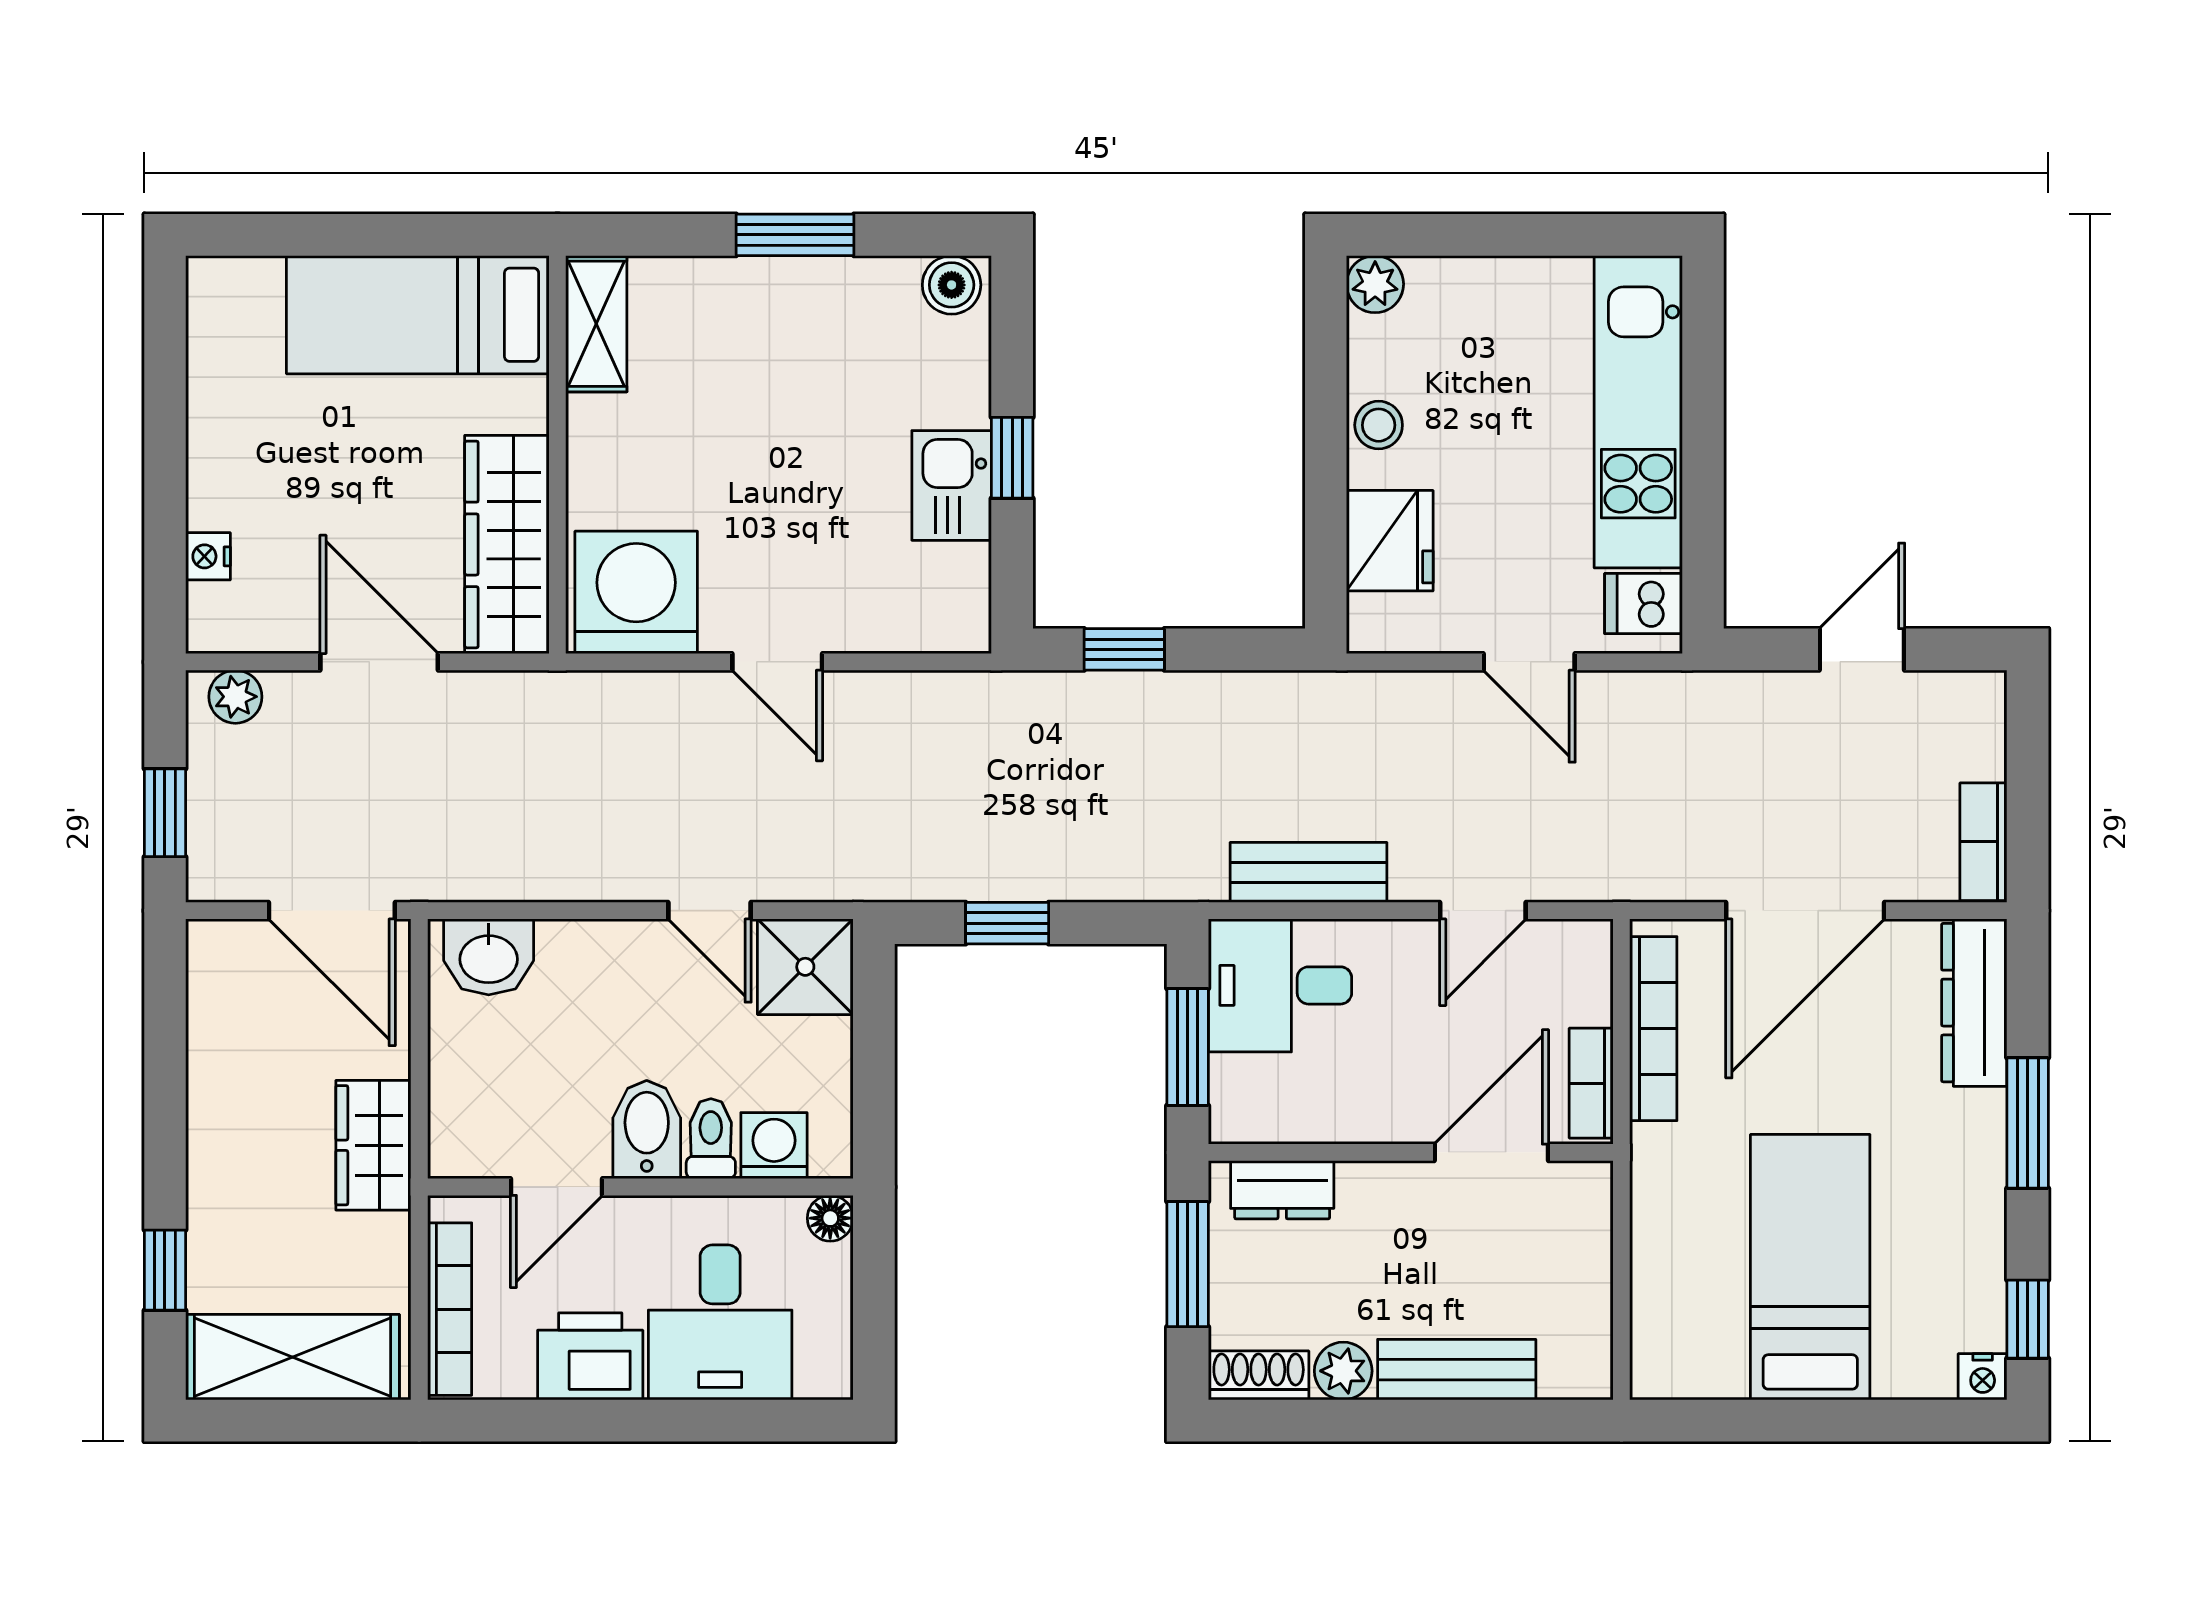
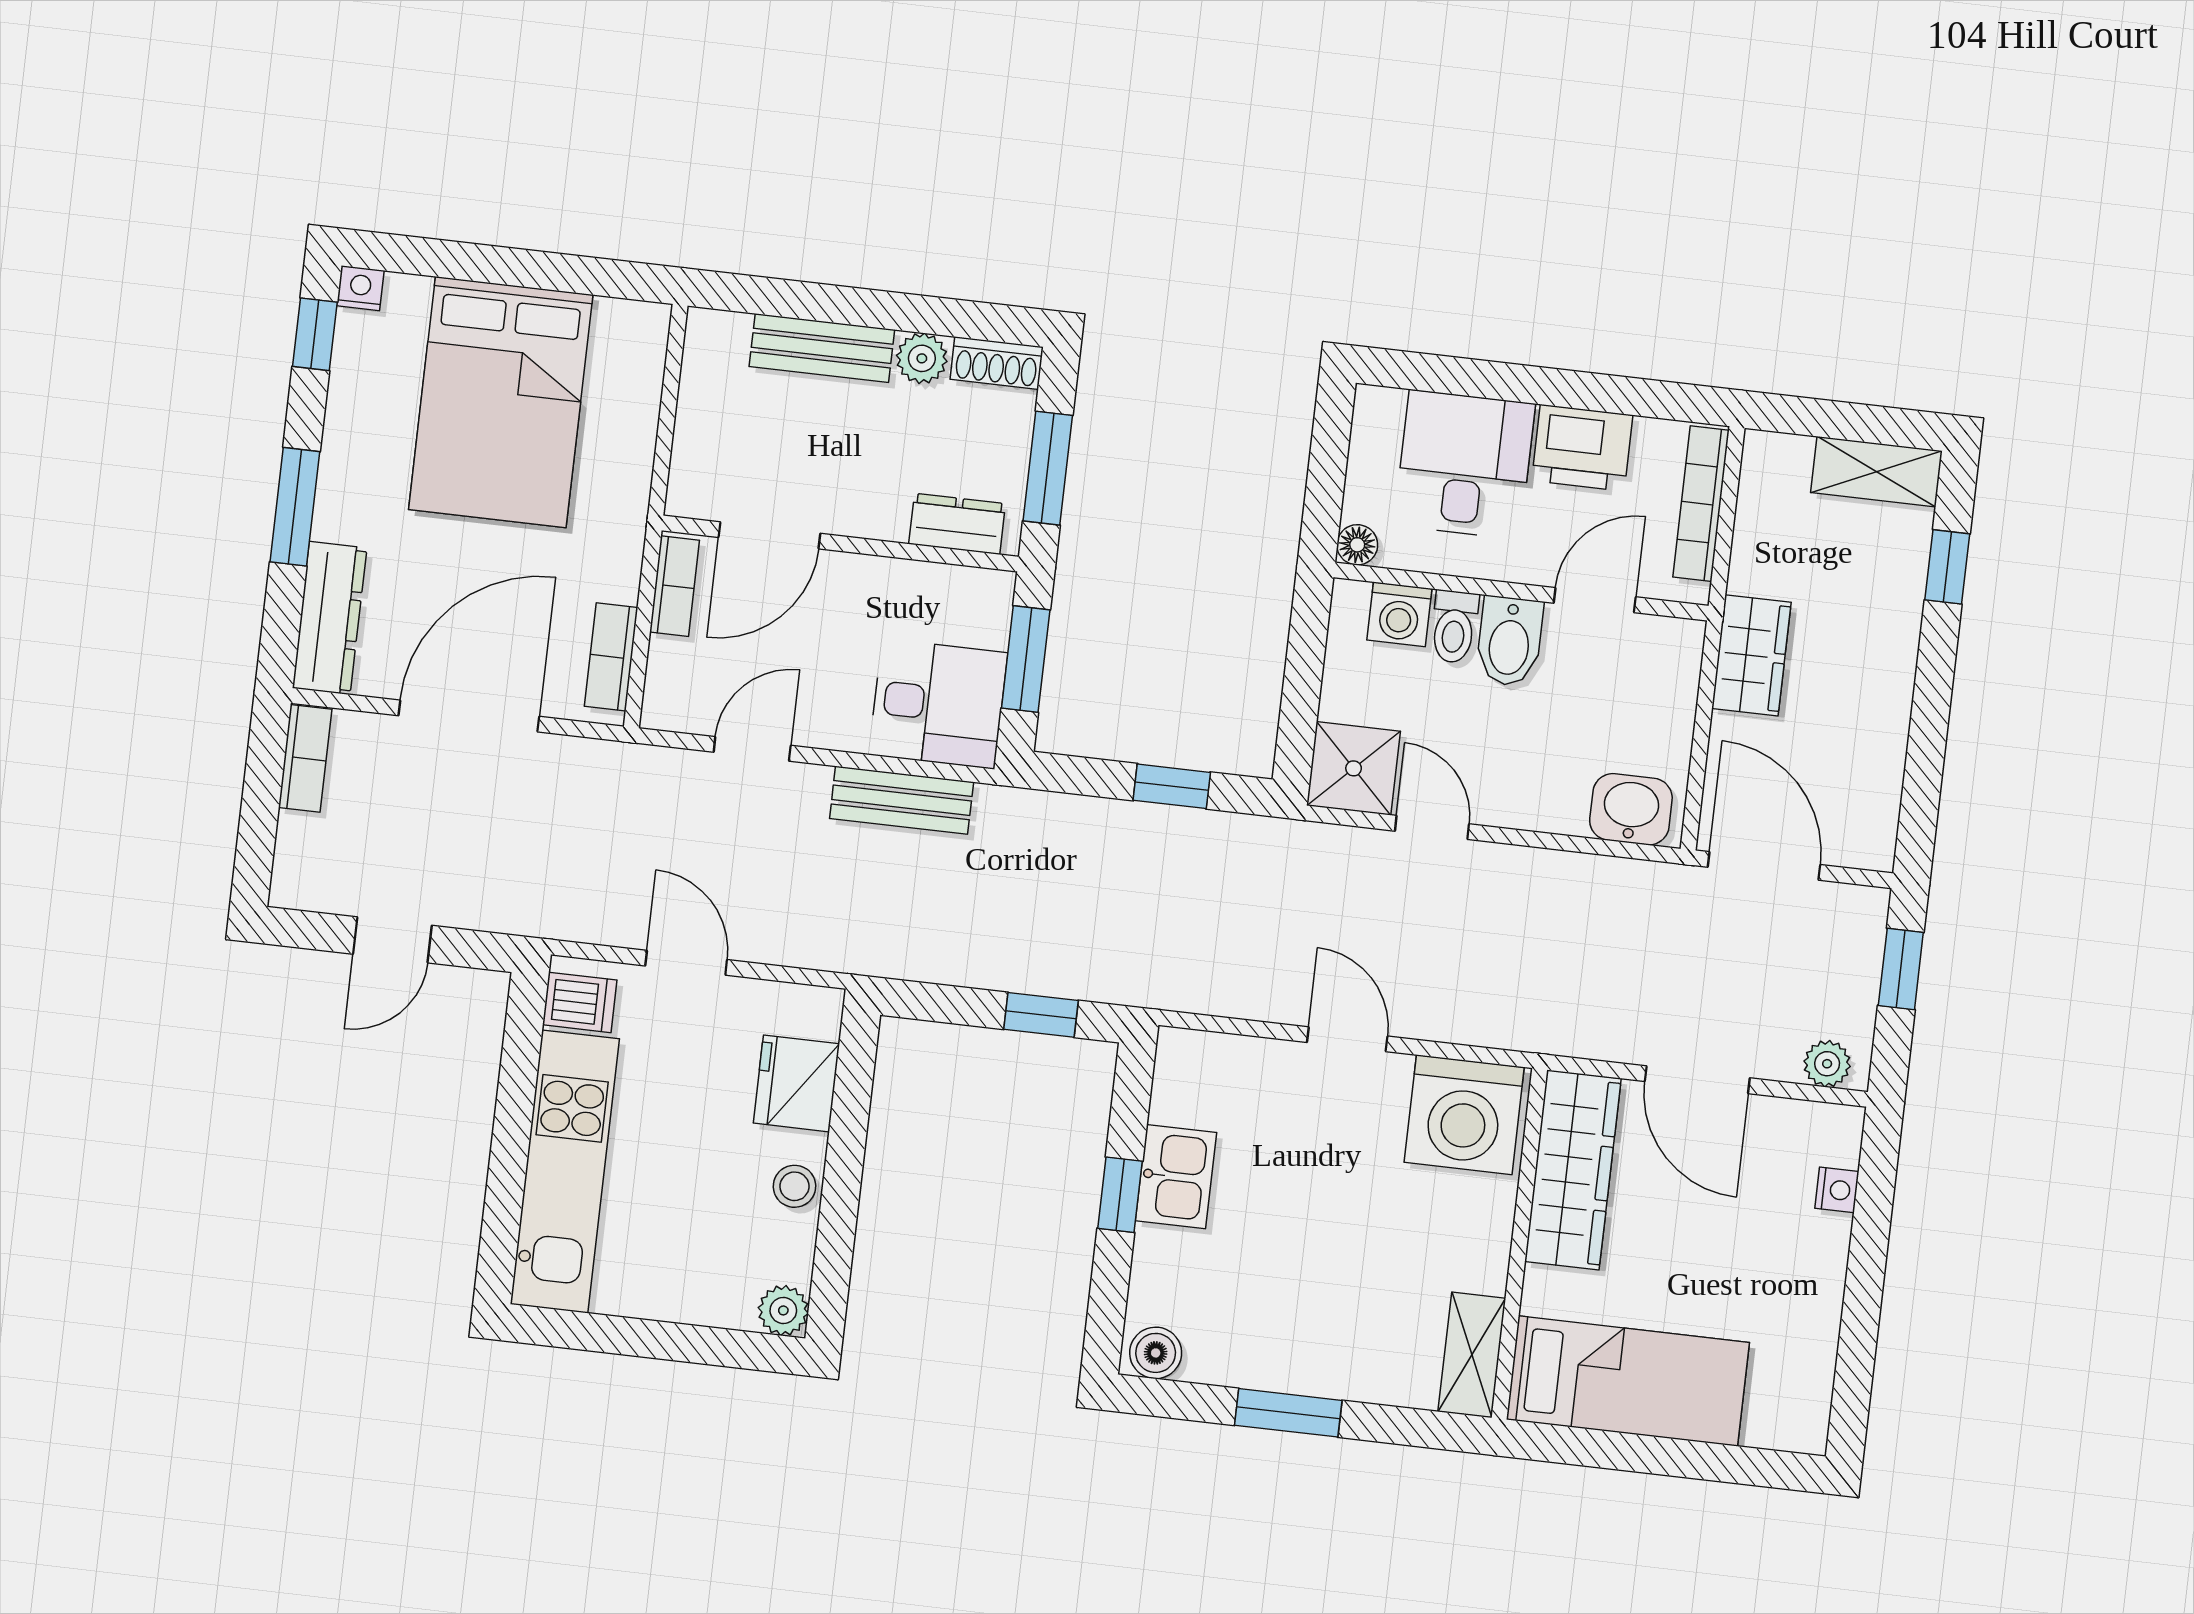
bookcase: (1653, 1029) -> (611, 657), width x0.64
bed: (1810, 1267) -> (501, 402), width x1.50
shelving: (292, 1357) -> (1876, 472), width x0.67, depth x0.75

